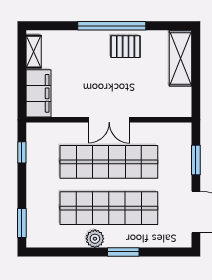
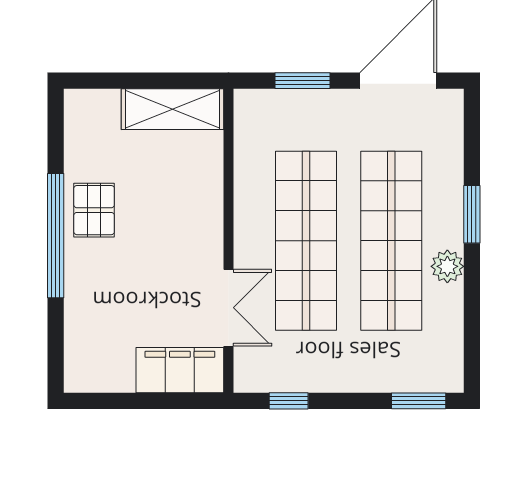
shelving: (34, 52) -> (103, 379), removed
shelving: (180, 58) -> (172, 109), moved
double door: (109, 120) -> (228, 308), moved

